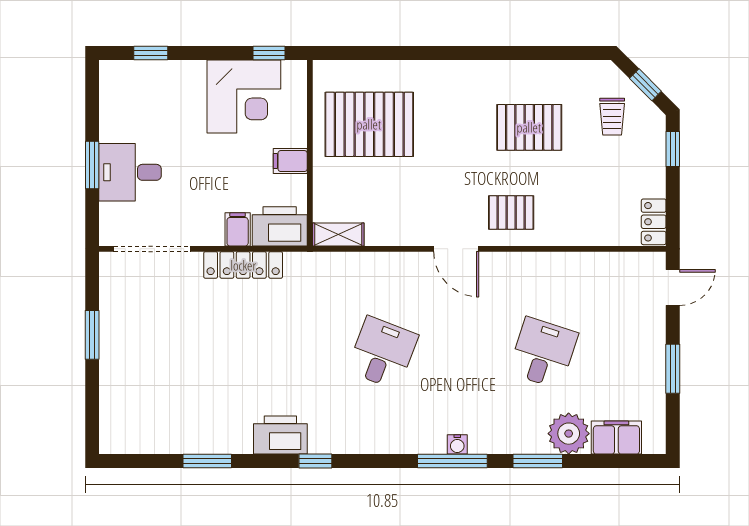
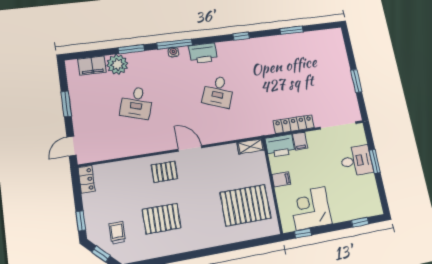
printer: (280, 435) -> (203, 53), moved

